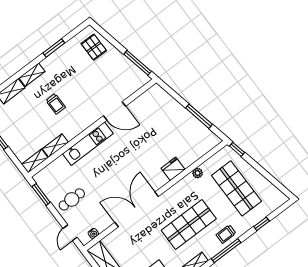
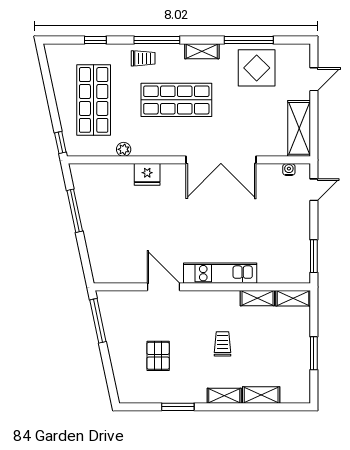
pallet: (94, 47) -> (158, 356), moved
cafe table: (72, 199) -> (284, 225), removed

